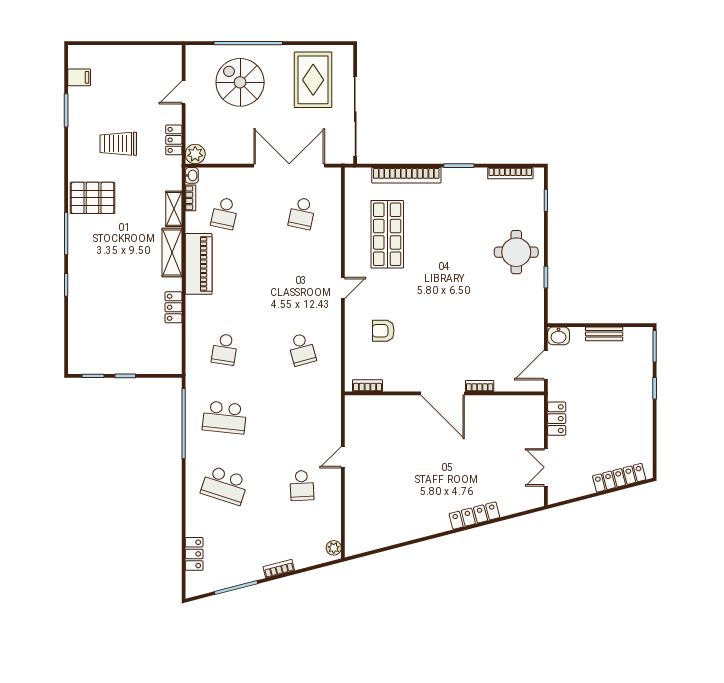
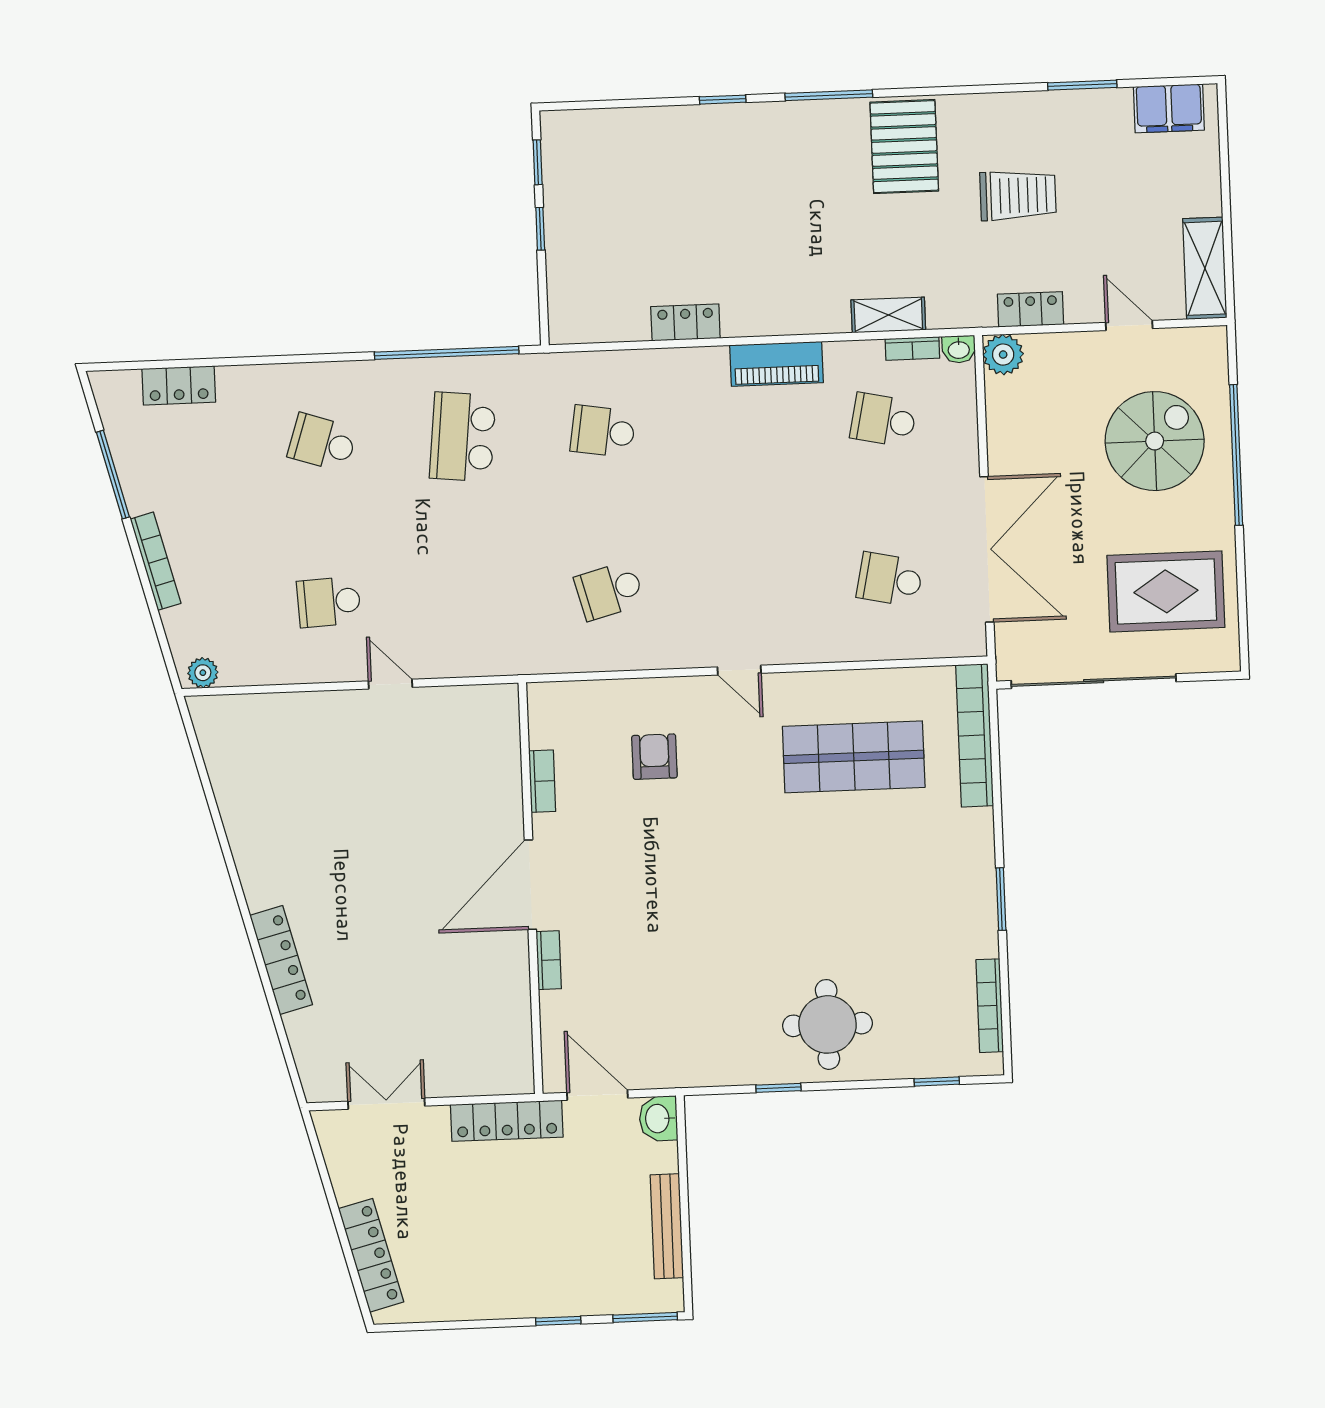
filing cabinet: (79, 77) -> (1169, 108), width x2.00
trolley: (118, 144) -> (1018, 195), turned 90
bookcase: (406, 175) -> (975, 735), moved
shelving: (172, 253) -> (1205, 268), moved, turned 90
piano: (199, 264) -> (777, 364), width x0.73, depth x0.75
bench: (604, 334) -> (667, 1226), width x1.36
bookcase: (368, 386) -> (542, 781), moved
locker: (557, 419) -> (507, 1121), width x1.53
school desk: (225, 485) -> (322, 443), width x0.54
bookcase: (279, 569) -> (156, 561), width x1.56

